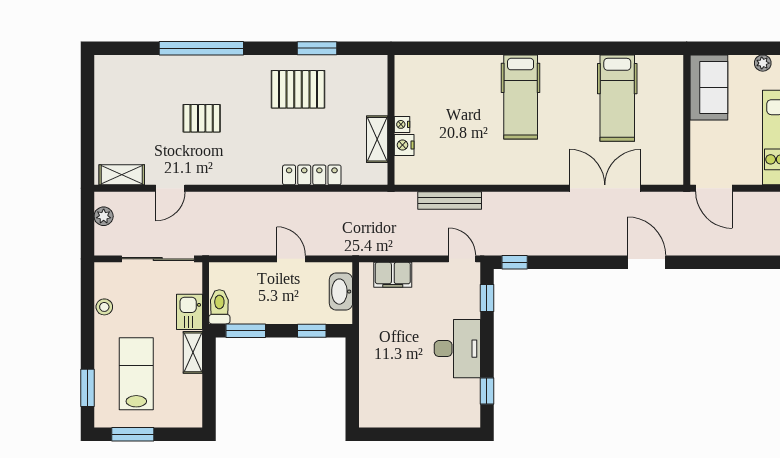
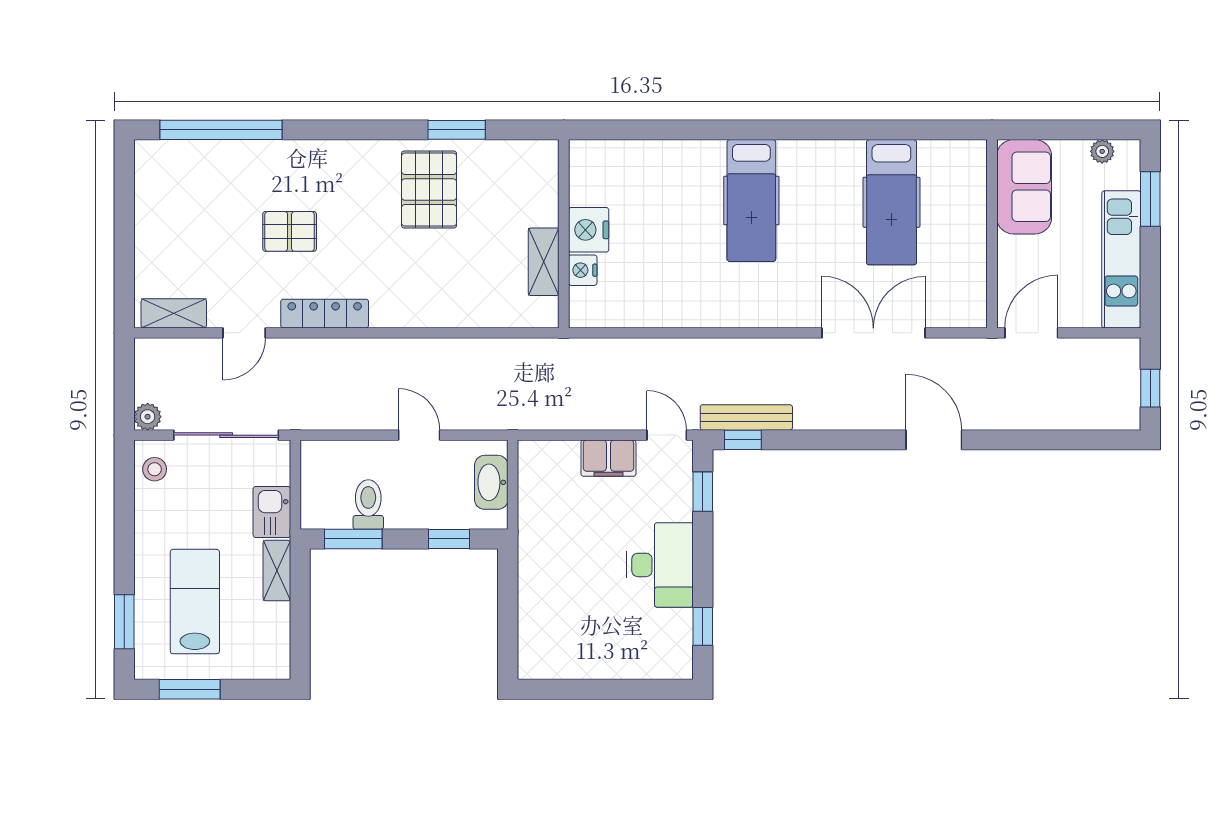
window: (201, 48) -> (221, 130), moved
pallet: (298, 89) -> (429, 190), turned 90
nightstand: (402, 124) -> (589, 230), width x1.89, depth x1.79
locker: (312, 175) -> (325, 314), moved
door: (714, 188) -> (1031, 333), swing flipped
bench: (450, 201) -> (746, 417), moved
plant: (104, 216) -> (148, 417), moved
filing cabinet: (393, 275) -> (608, 458), moved
stool: (104, 307) -> (155, 469), moved
toilet: (219, 307) -> (368, 504), moved

